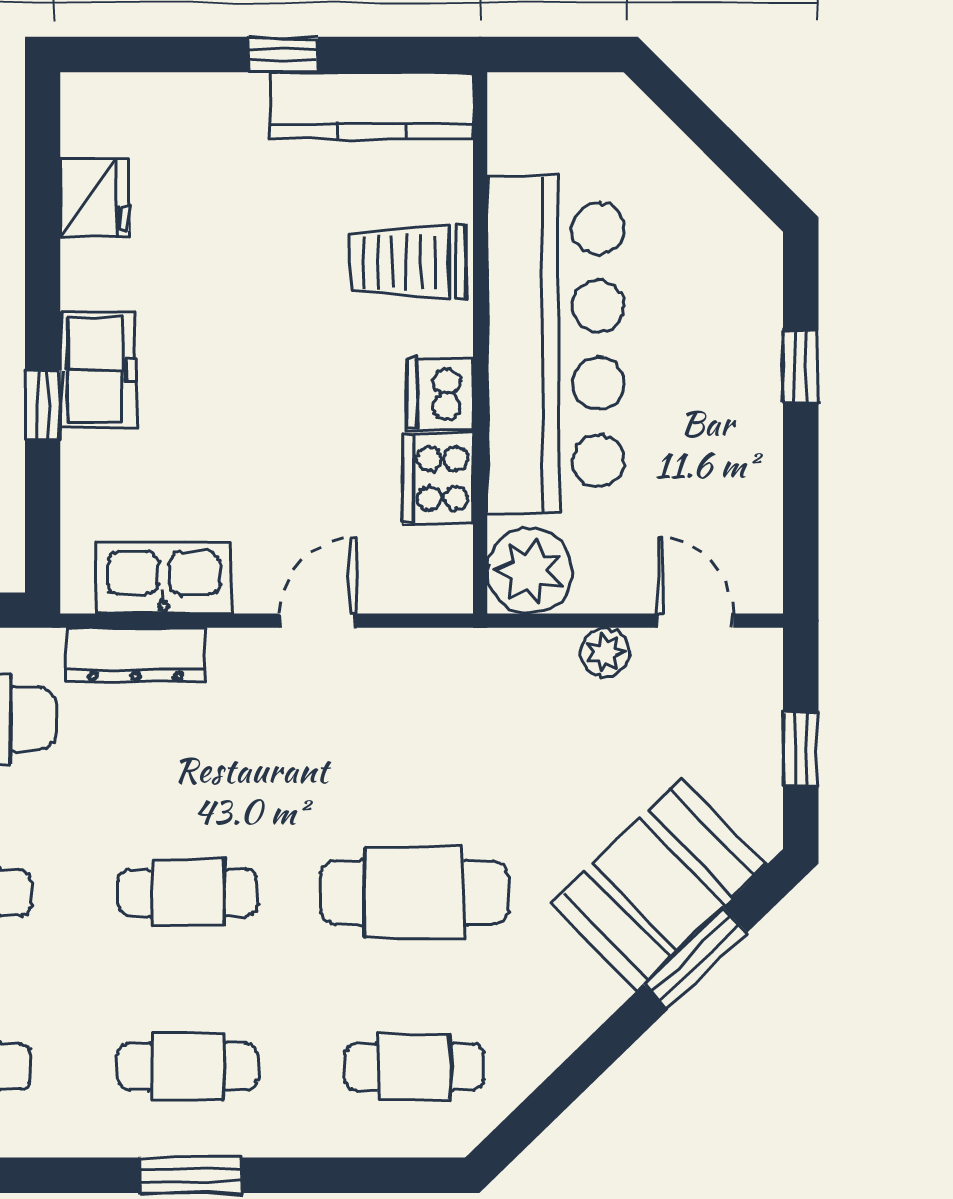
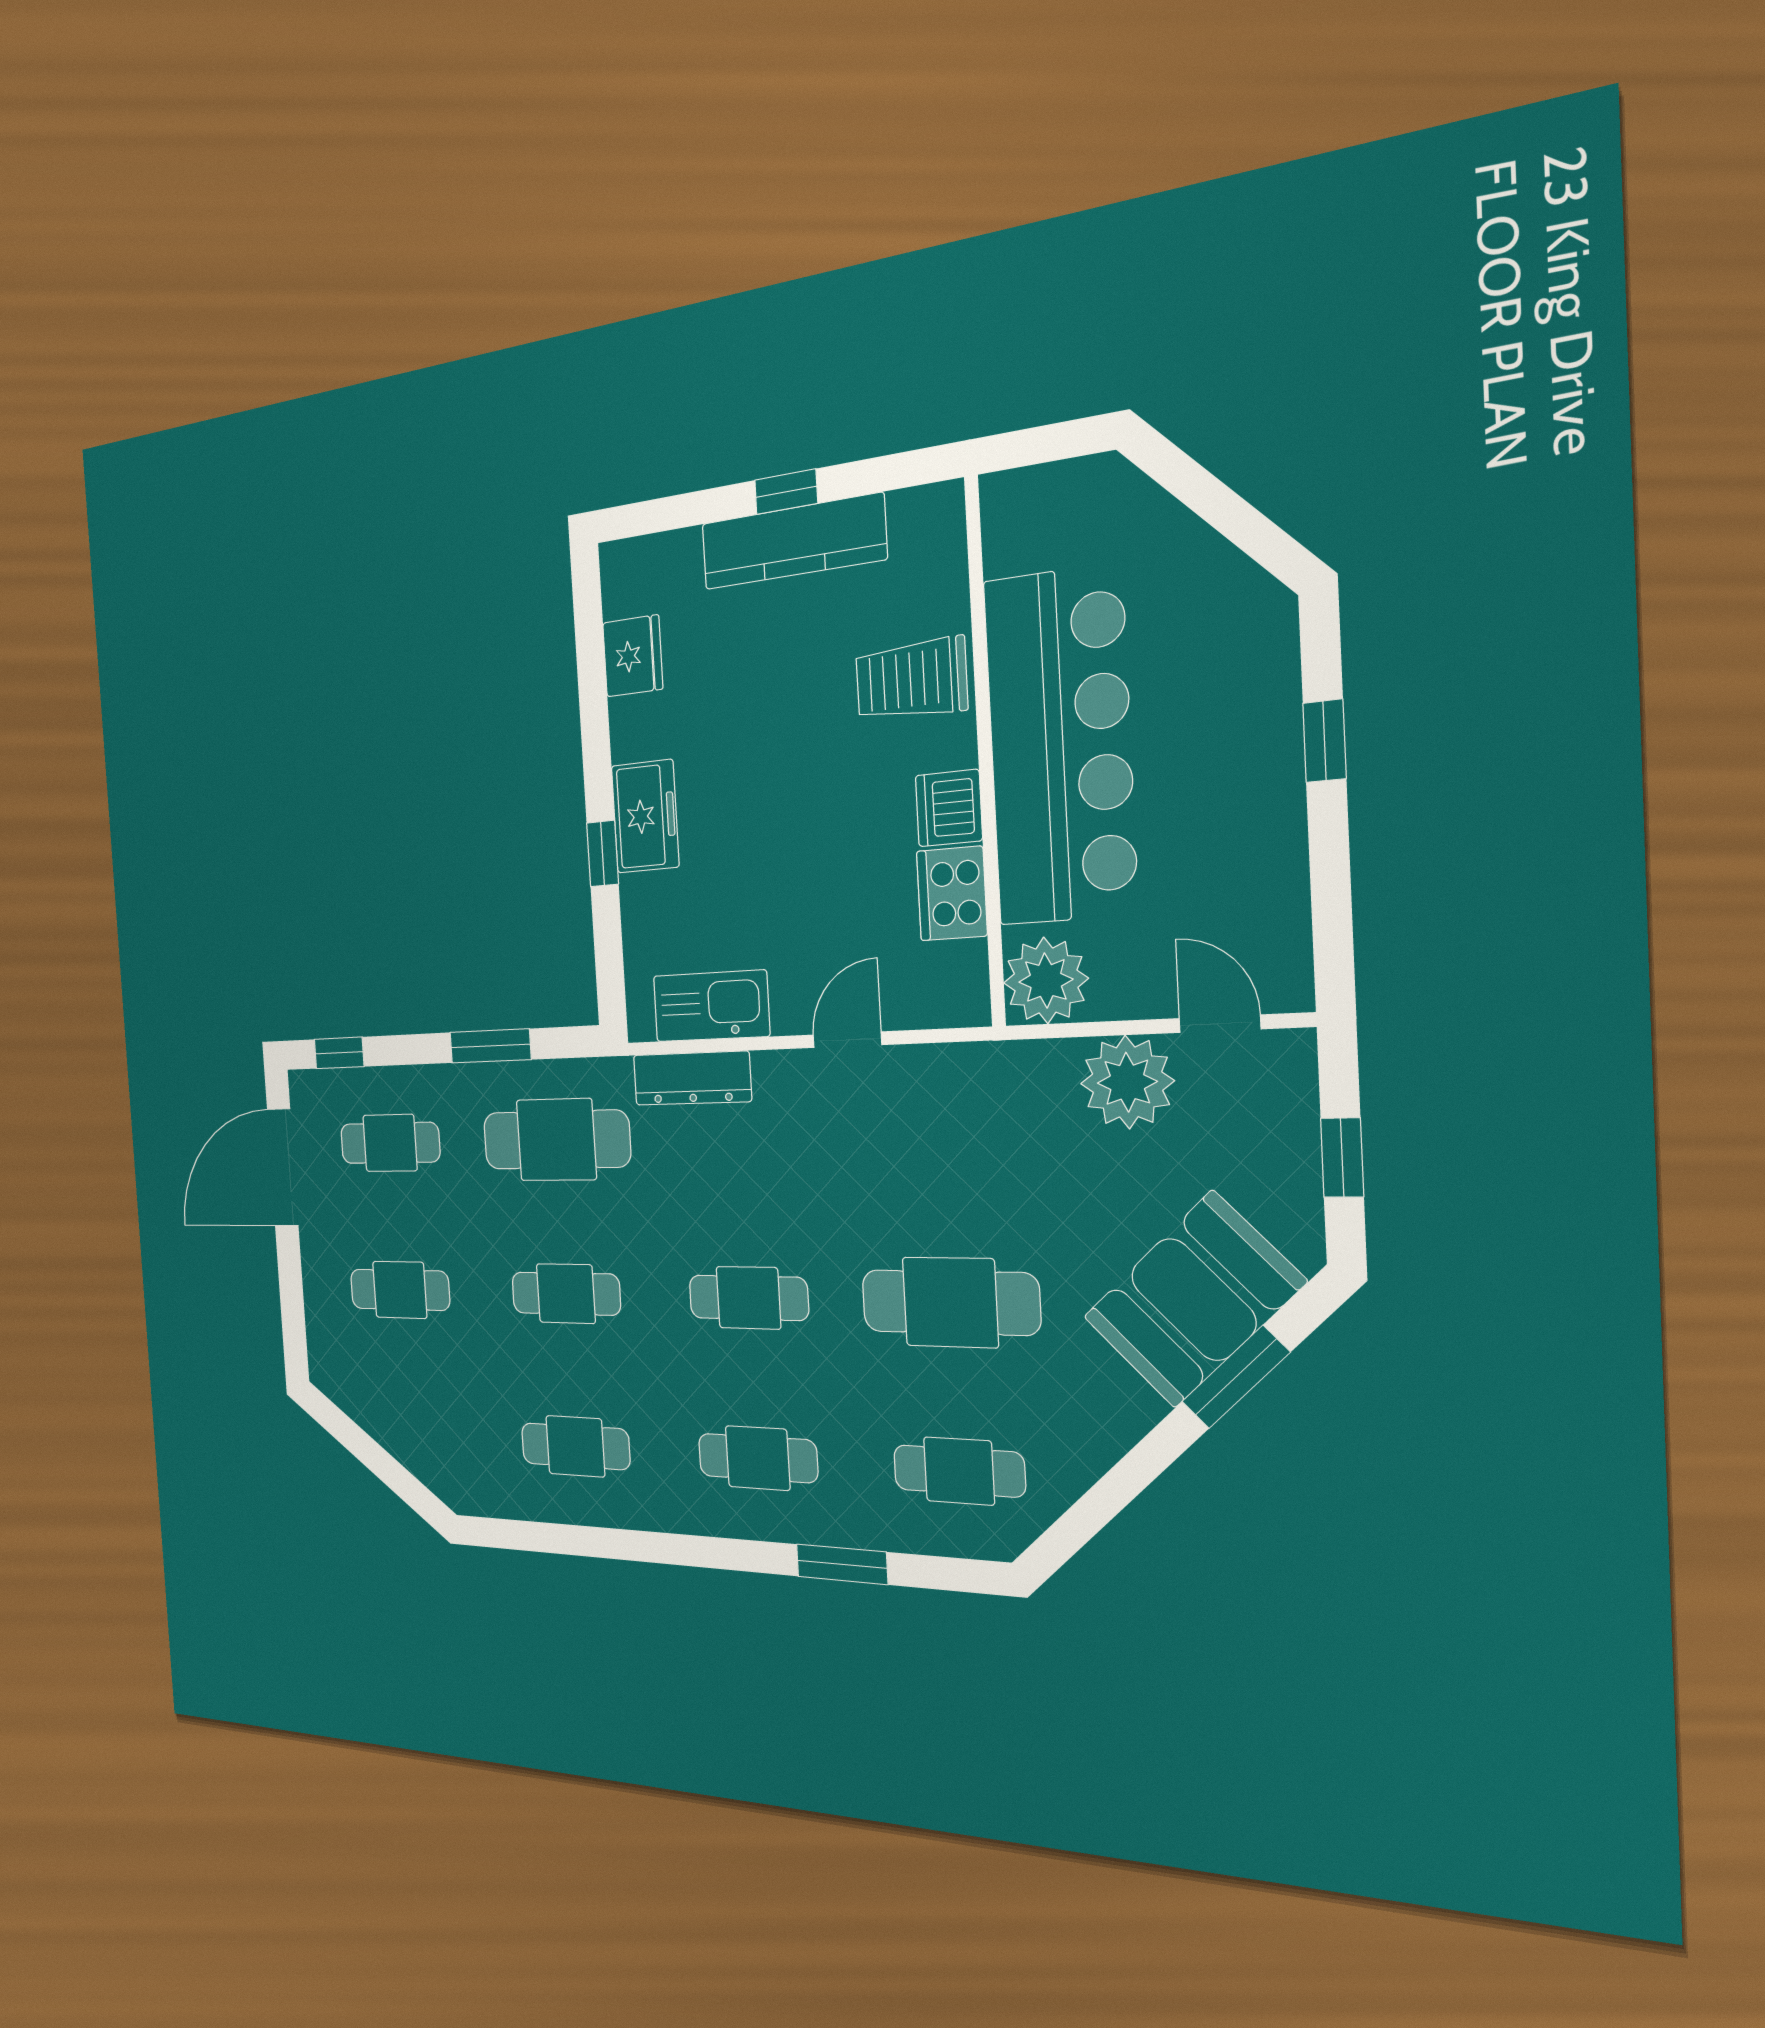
kitchen counter: (372, 106) -> (793, 542), moved
plant: (605, 652) -> (1127, 1082), width x1.88, depth x1.88
window: (190, 1175) -> (842, 1564), moved

